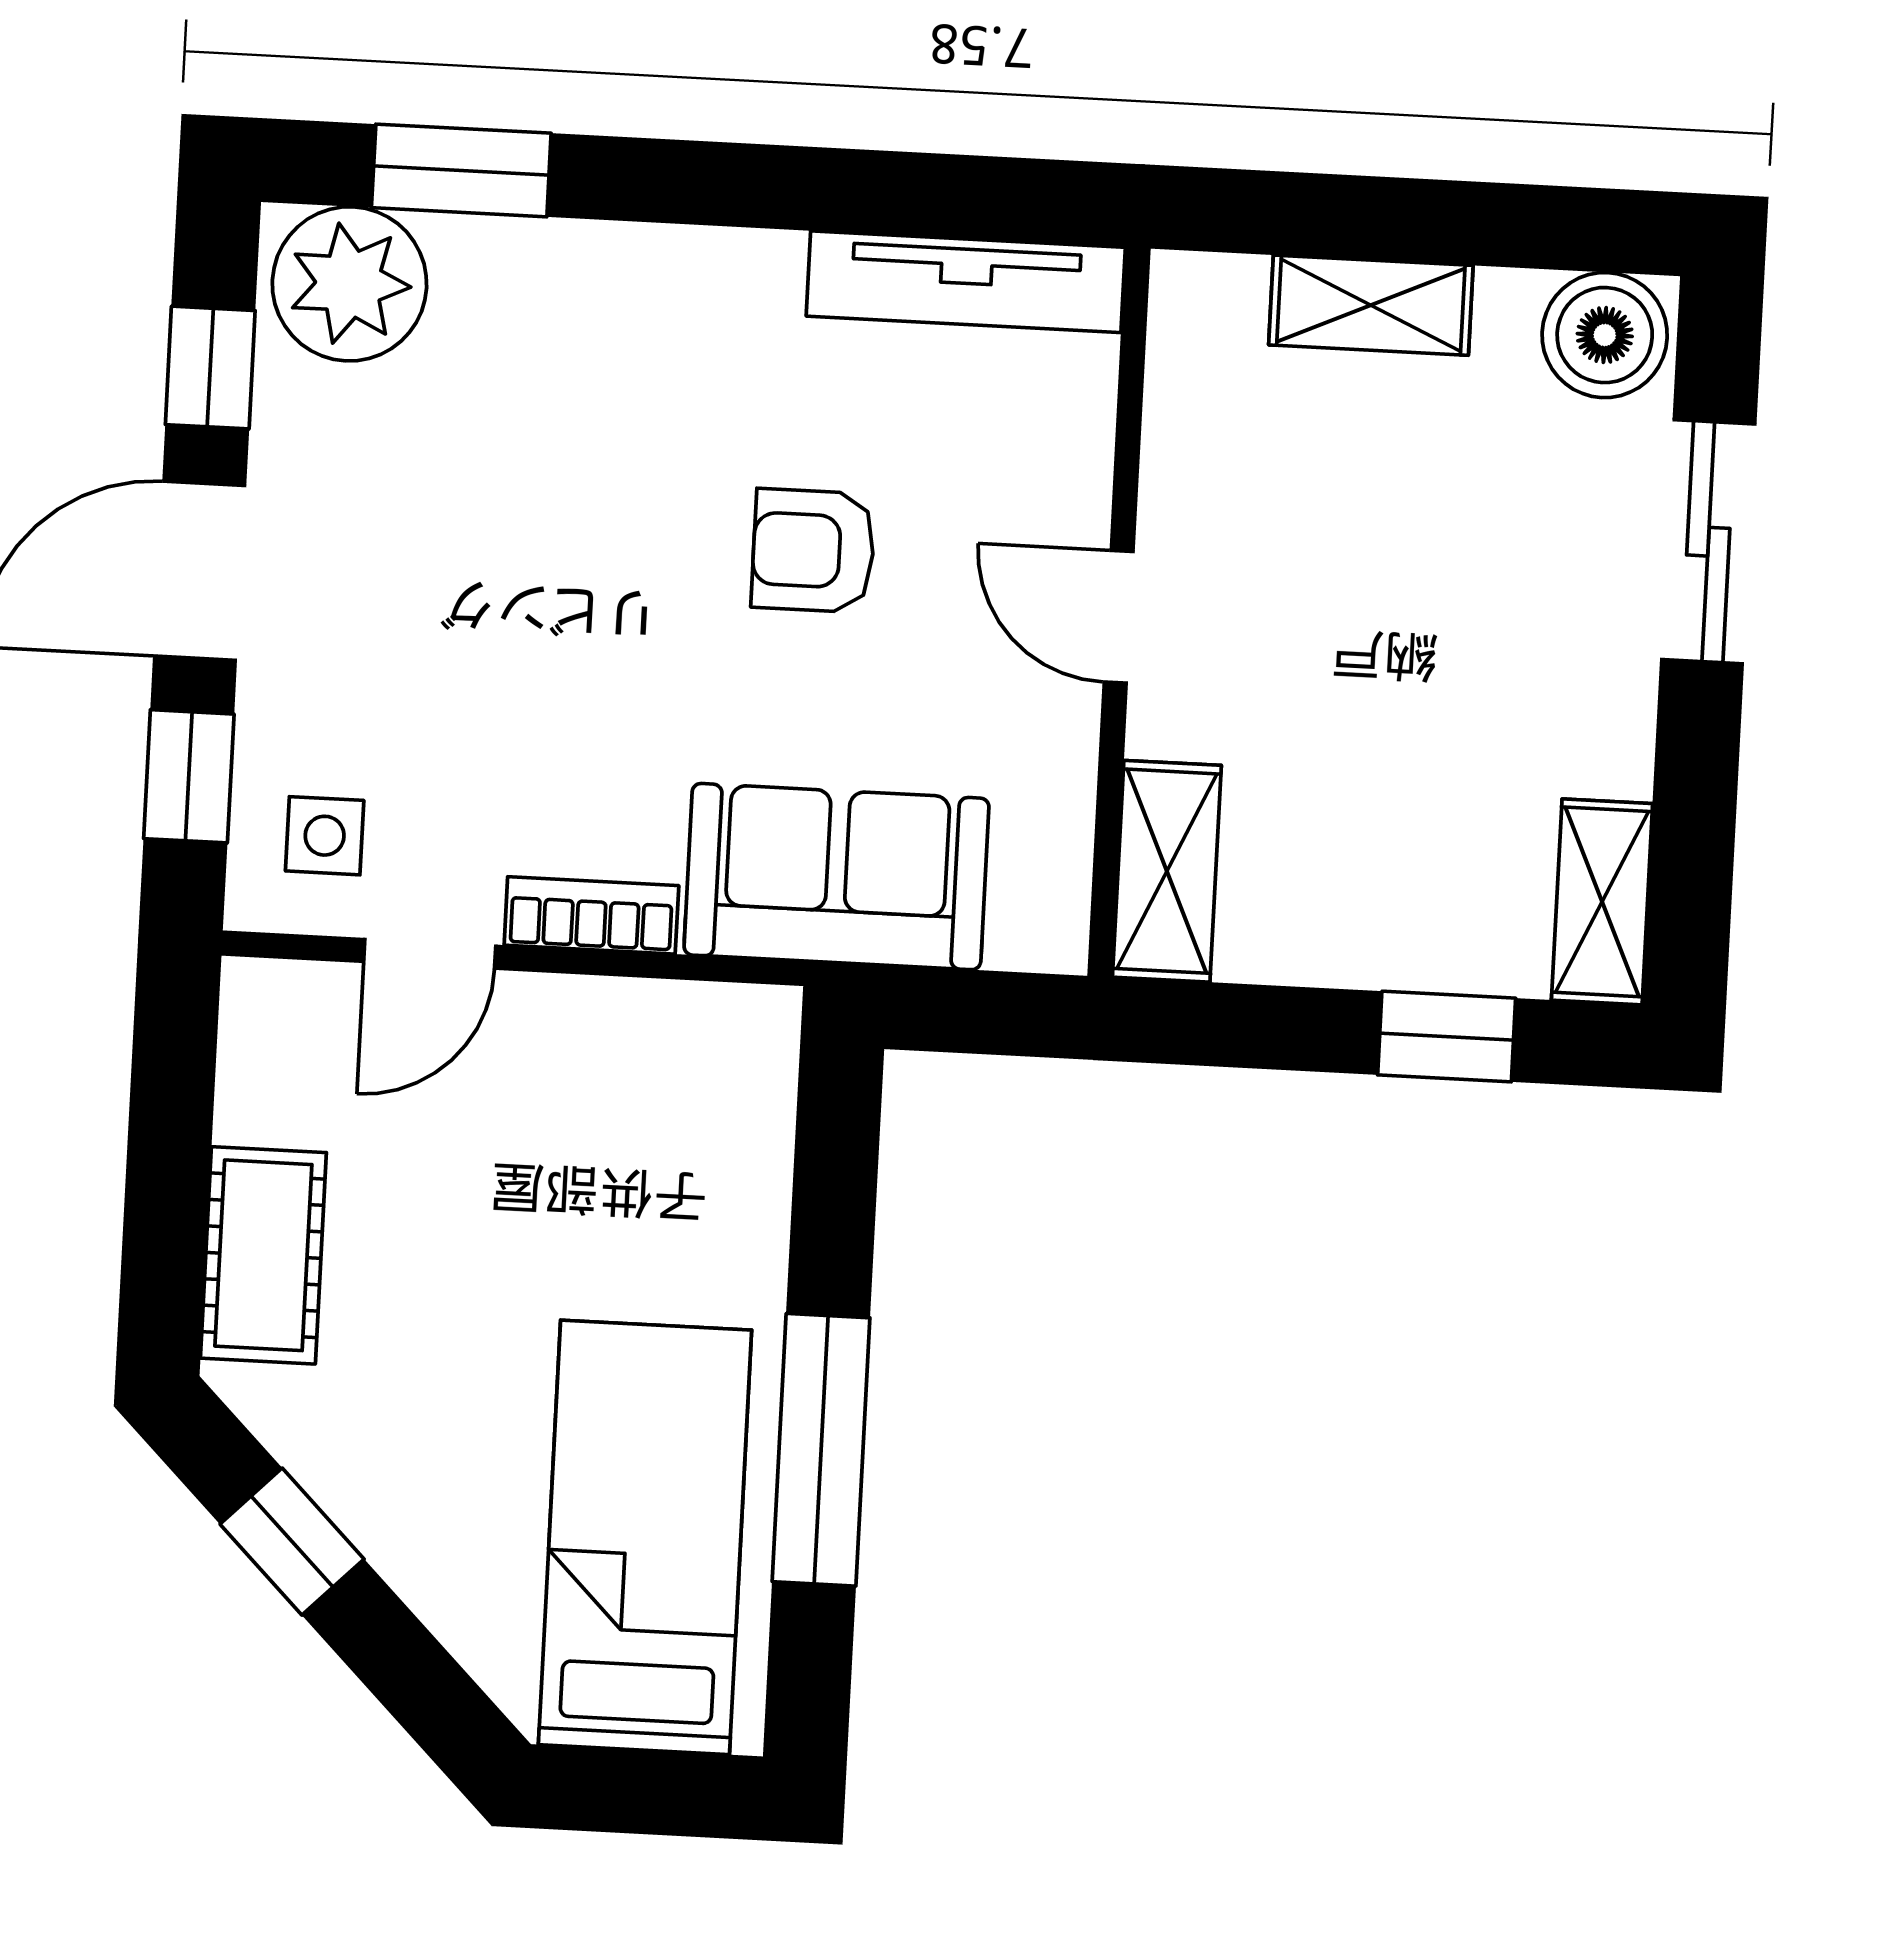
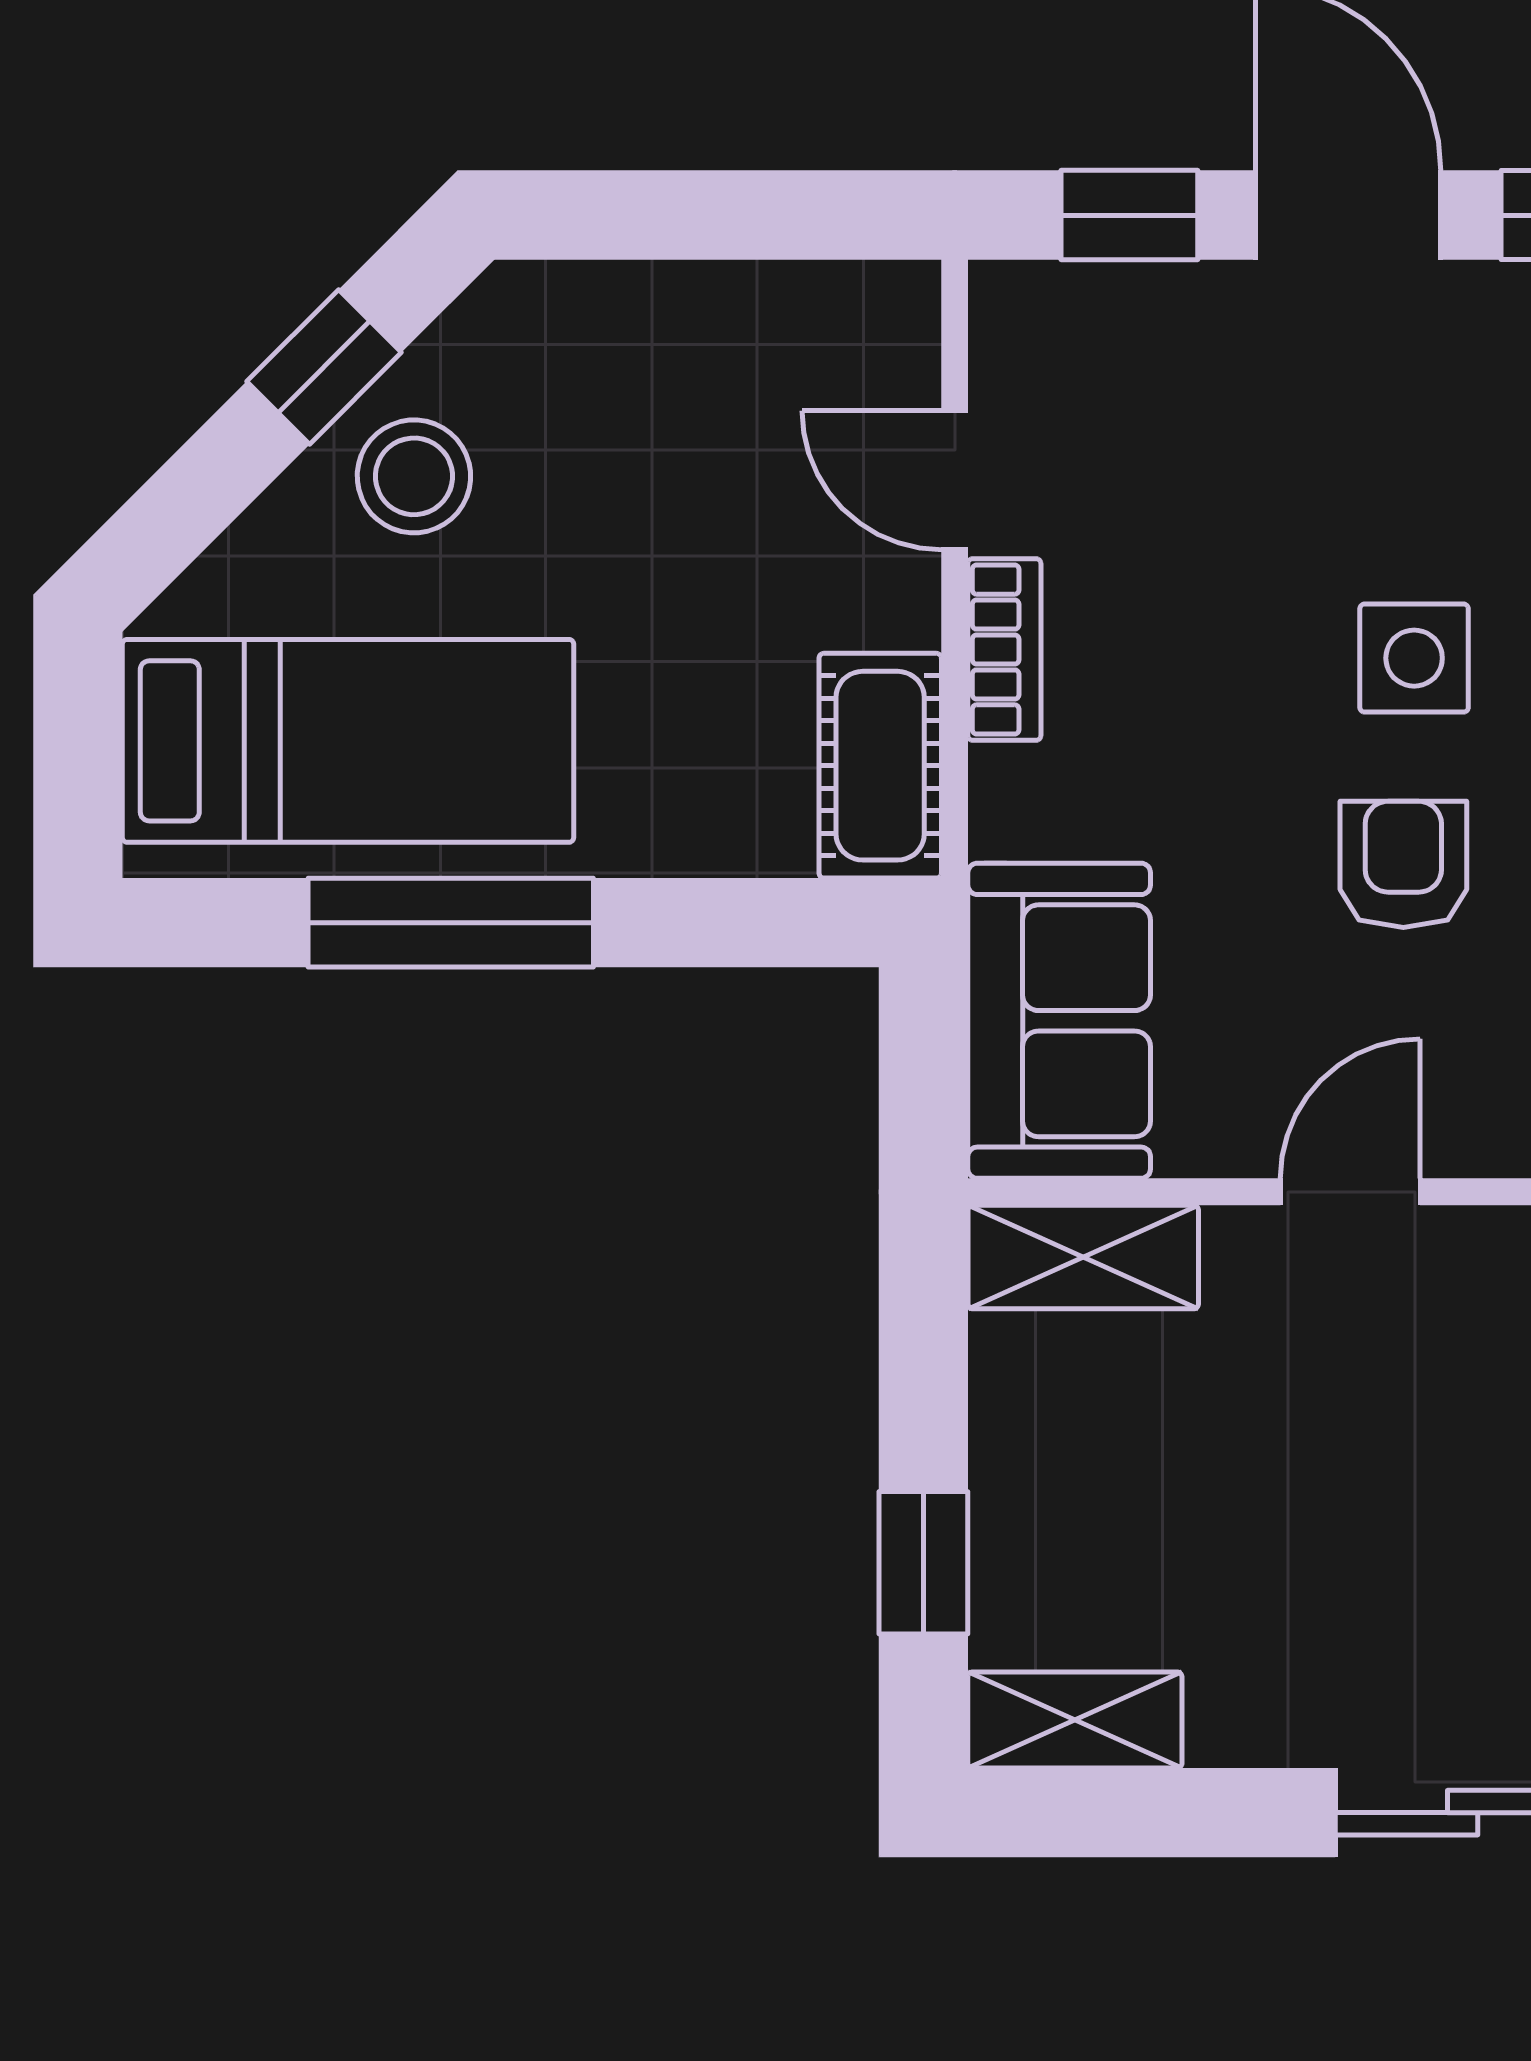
side table: (325, 836) -> (1414, 658), moved, width x1.37, depth x1.37
sofa: (836, 877) -> (1059, 1021), moved
cot: (263, 1255) -> (880, 766), moved, turned 90
stool: (399, 1462) -> (414, 476), added

